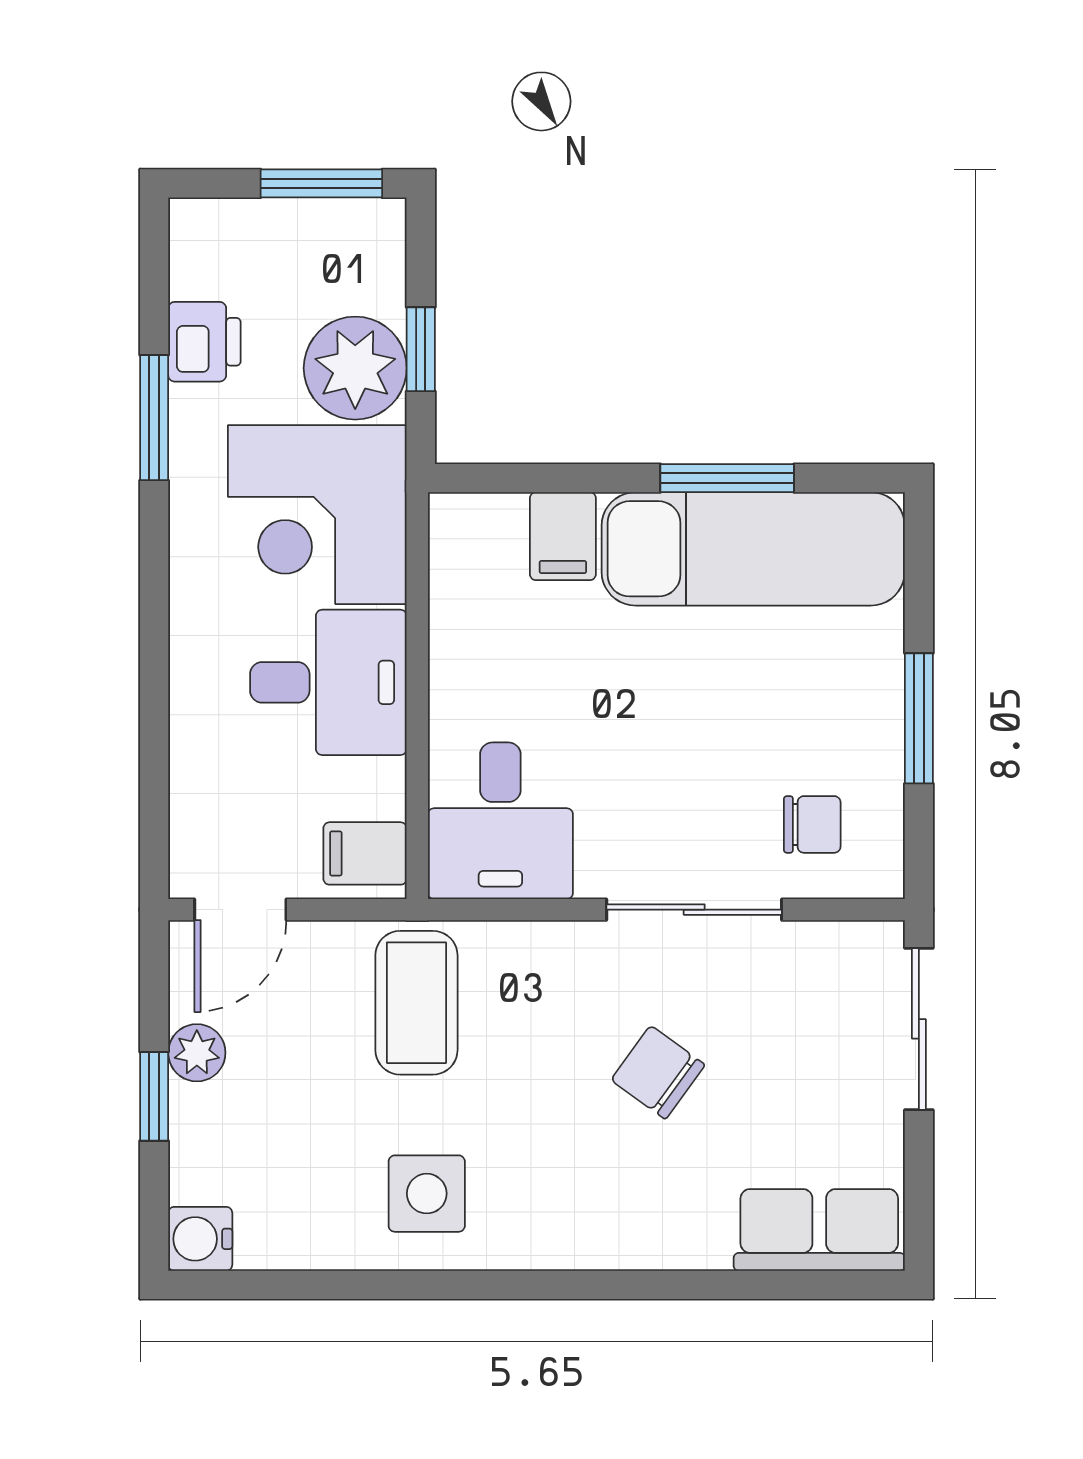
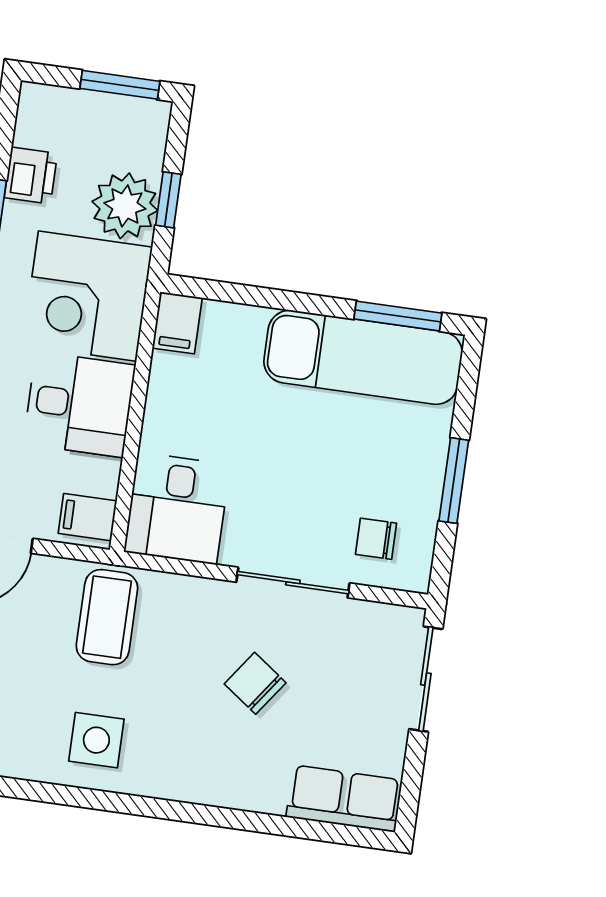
window: (727, 478) -> (398, 316), moved
filing cabinet: (563, 536) -> (177, 323), moved
chair: (812, 824) -> (376, 539), turned 180

